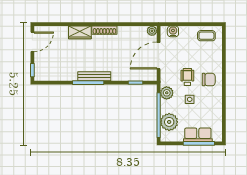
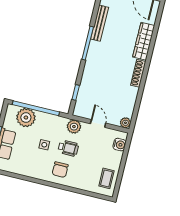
wardrobe: (80, 32) -> (144, 41), width x1.50
door: (159, 55) -> (98, 123), width x0.53
bench: (94, 76) -> (100, 23), moved
plant: (167, 93) -> (74, 127), moved

